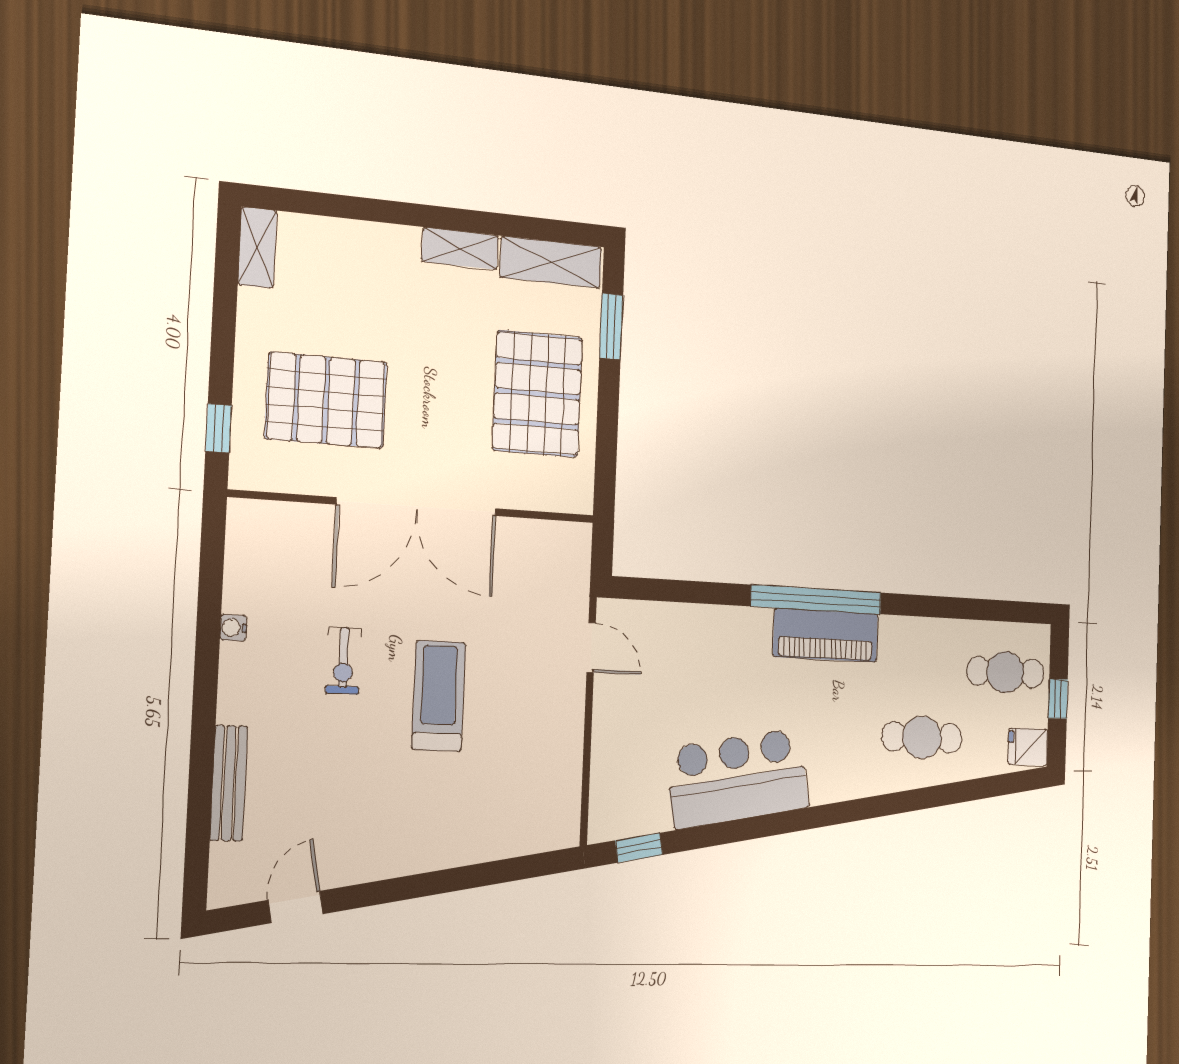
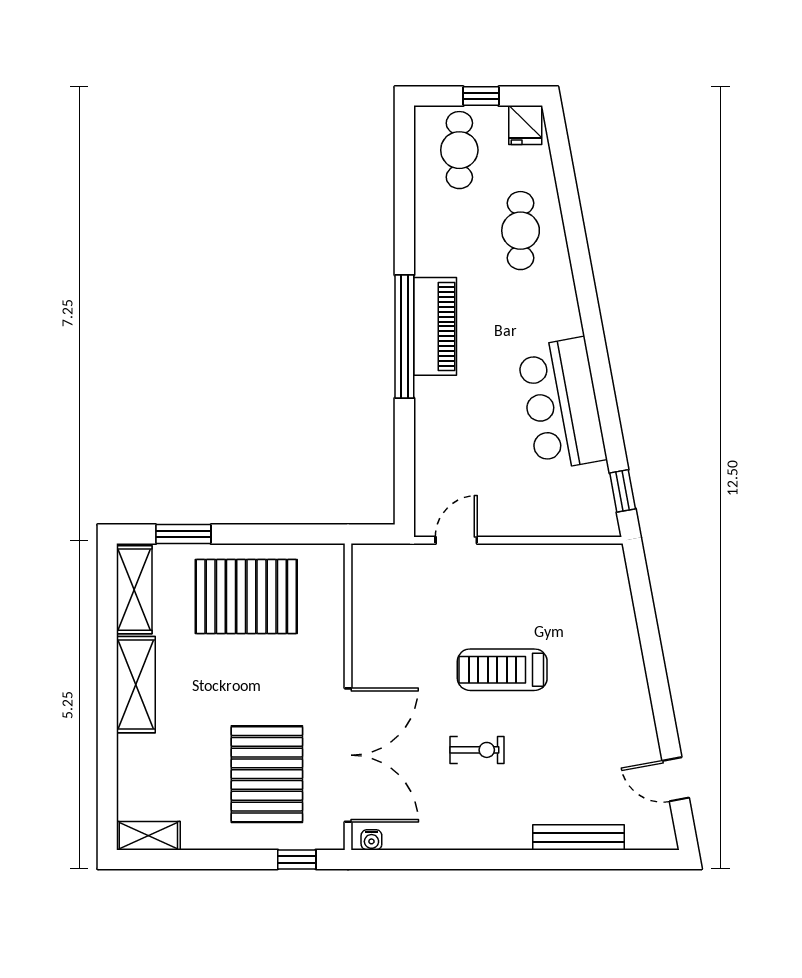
shelving: (460, 249) -> (136, 685), width x1.50, depth x1.33
double door: (417, 507) -> (348, 755), moved
water cooler: (233, 628) -> (371, 840), moved

